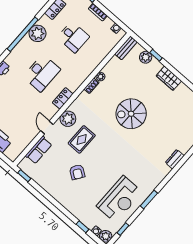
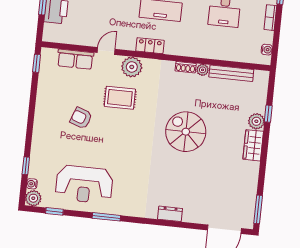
bench: (126, 48) -> (231, 73), moved, width x1.36
plant: (146, 57) -> (256, 121), moved
armchair: (77, 172) -> (81, 118), turned 75

